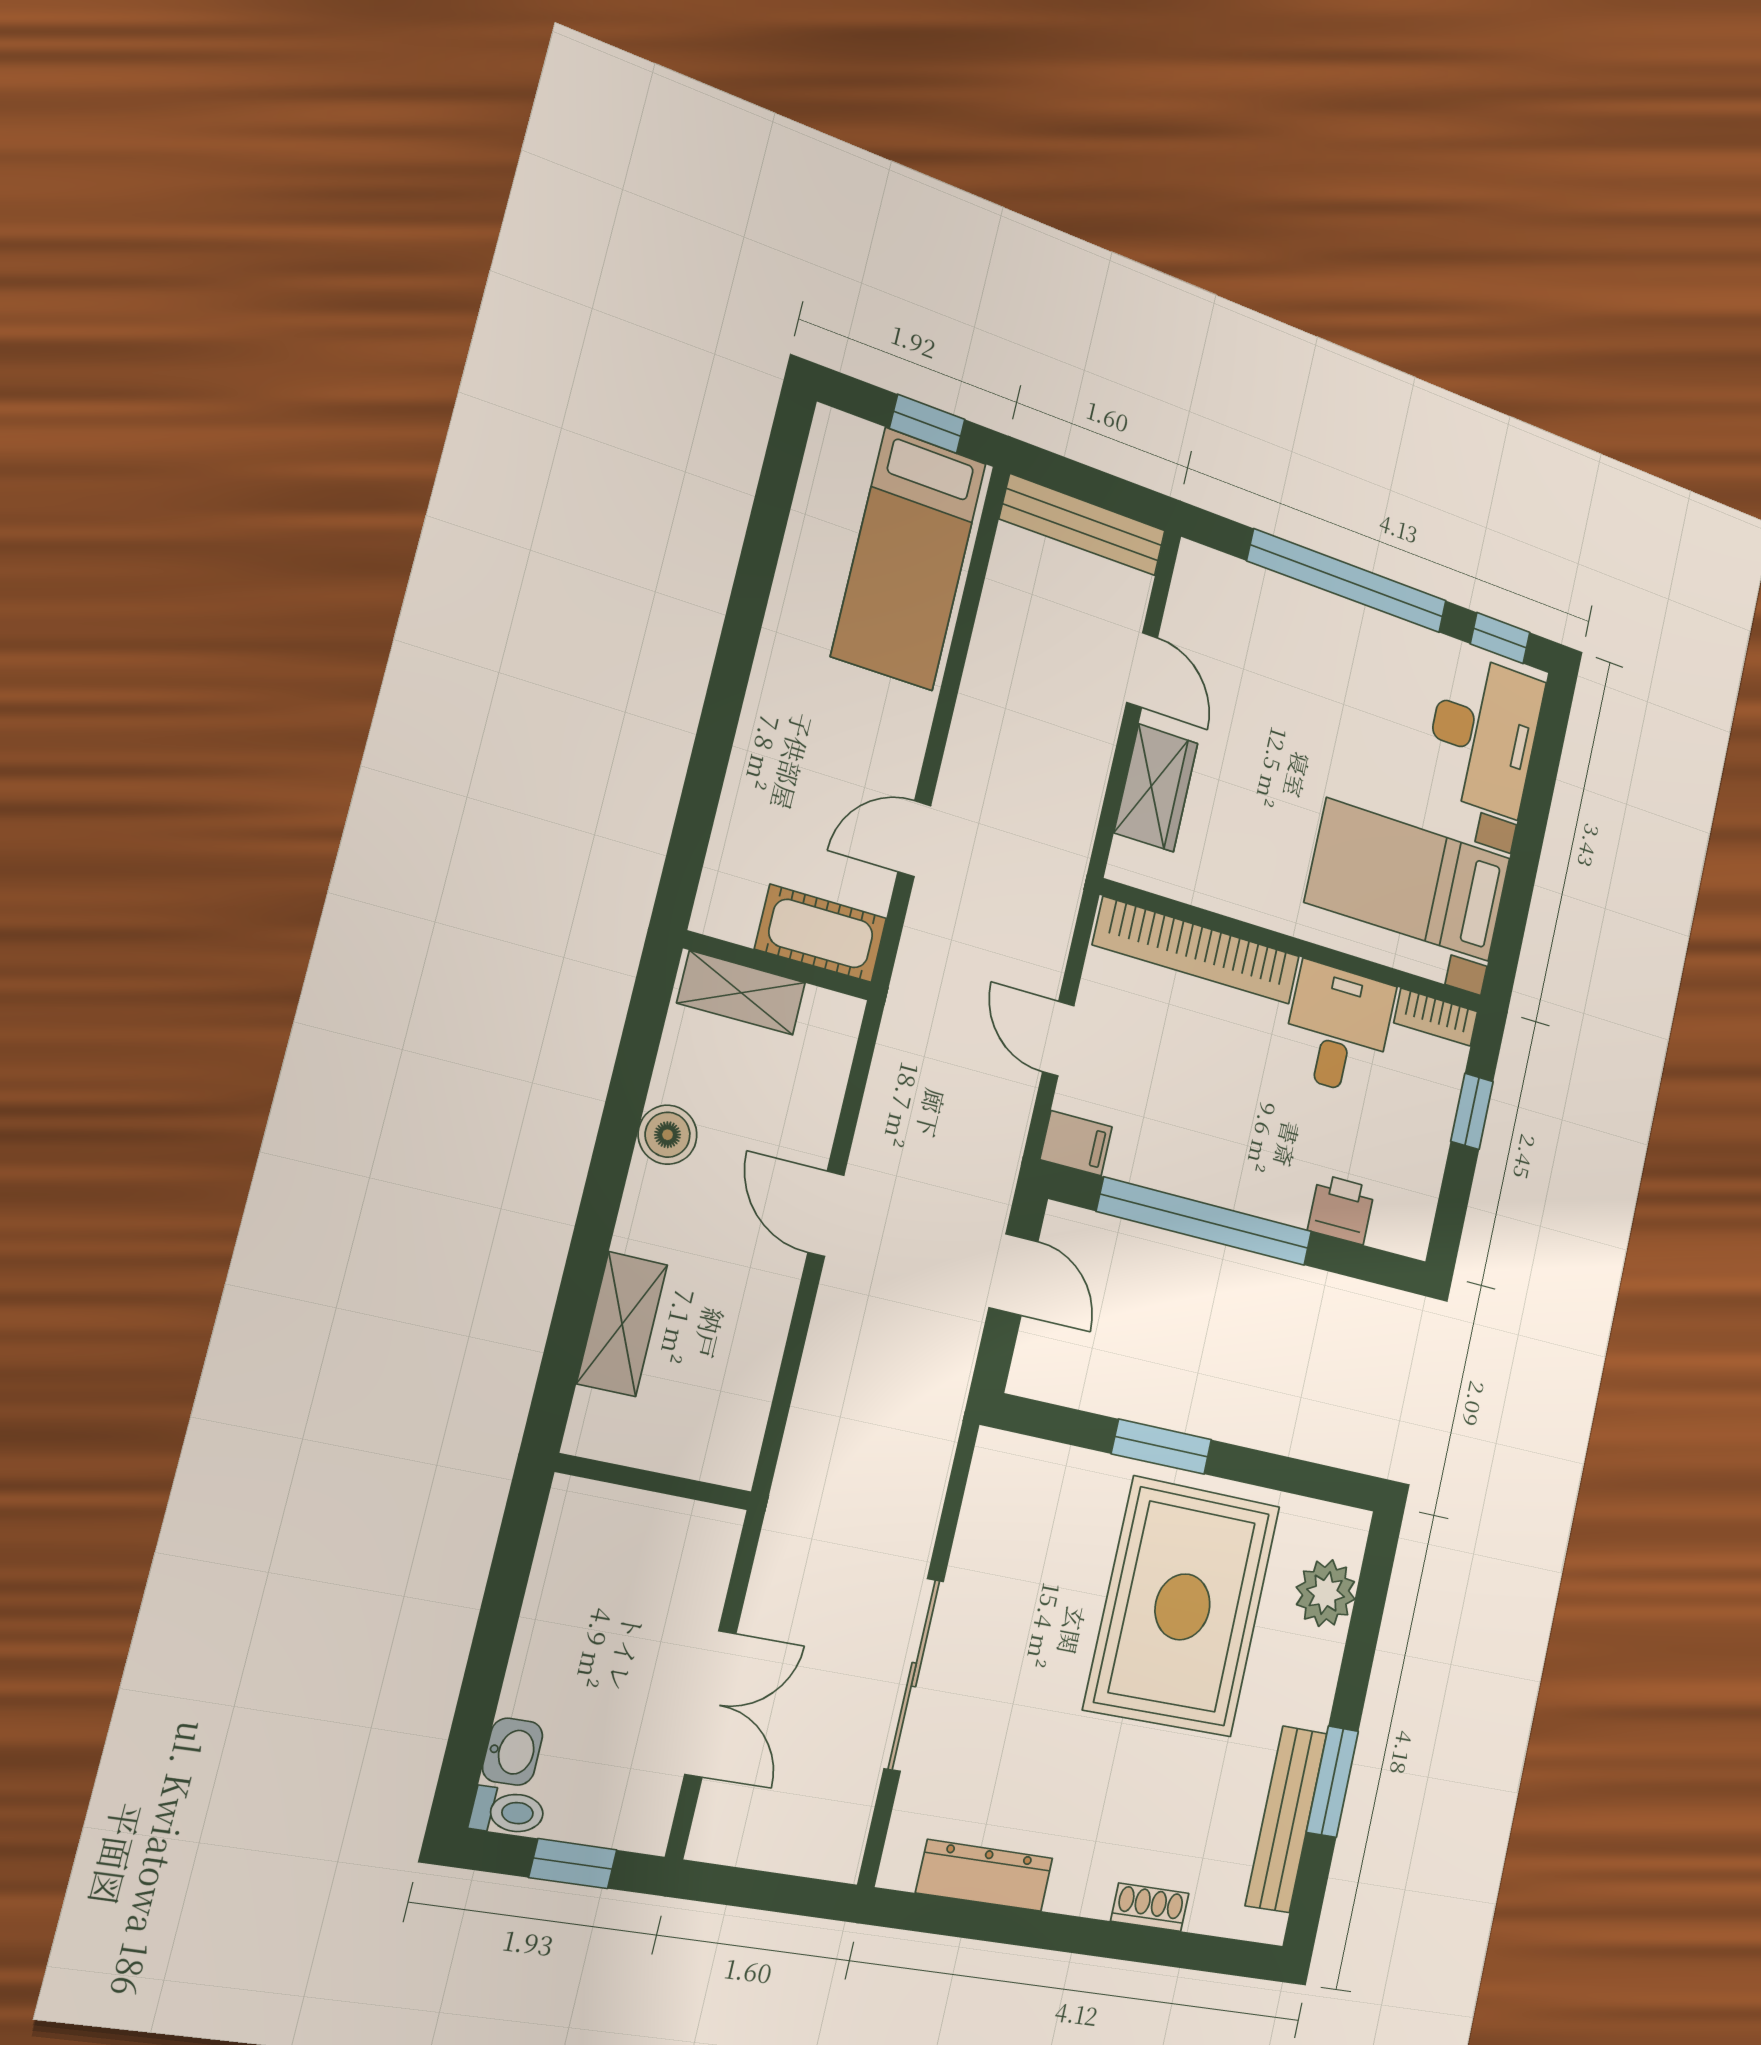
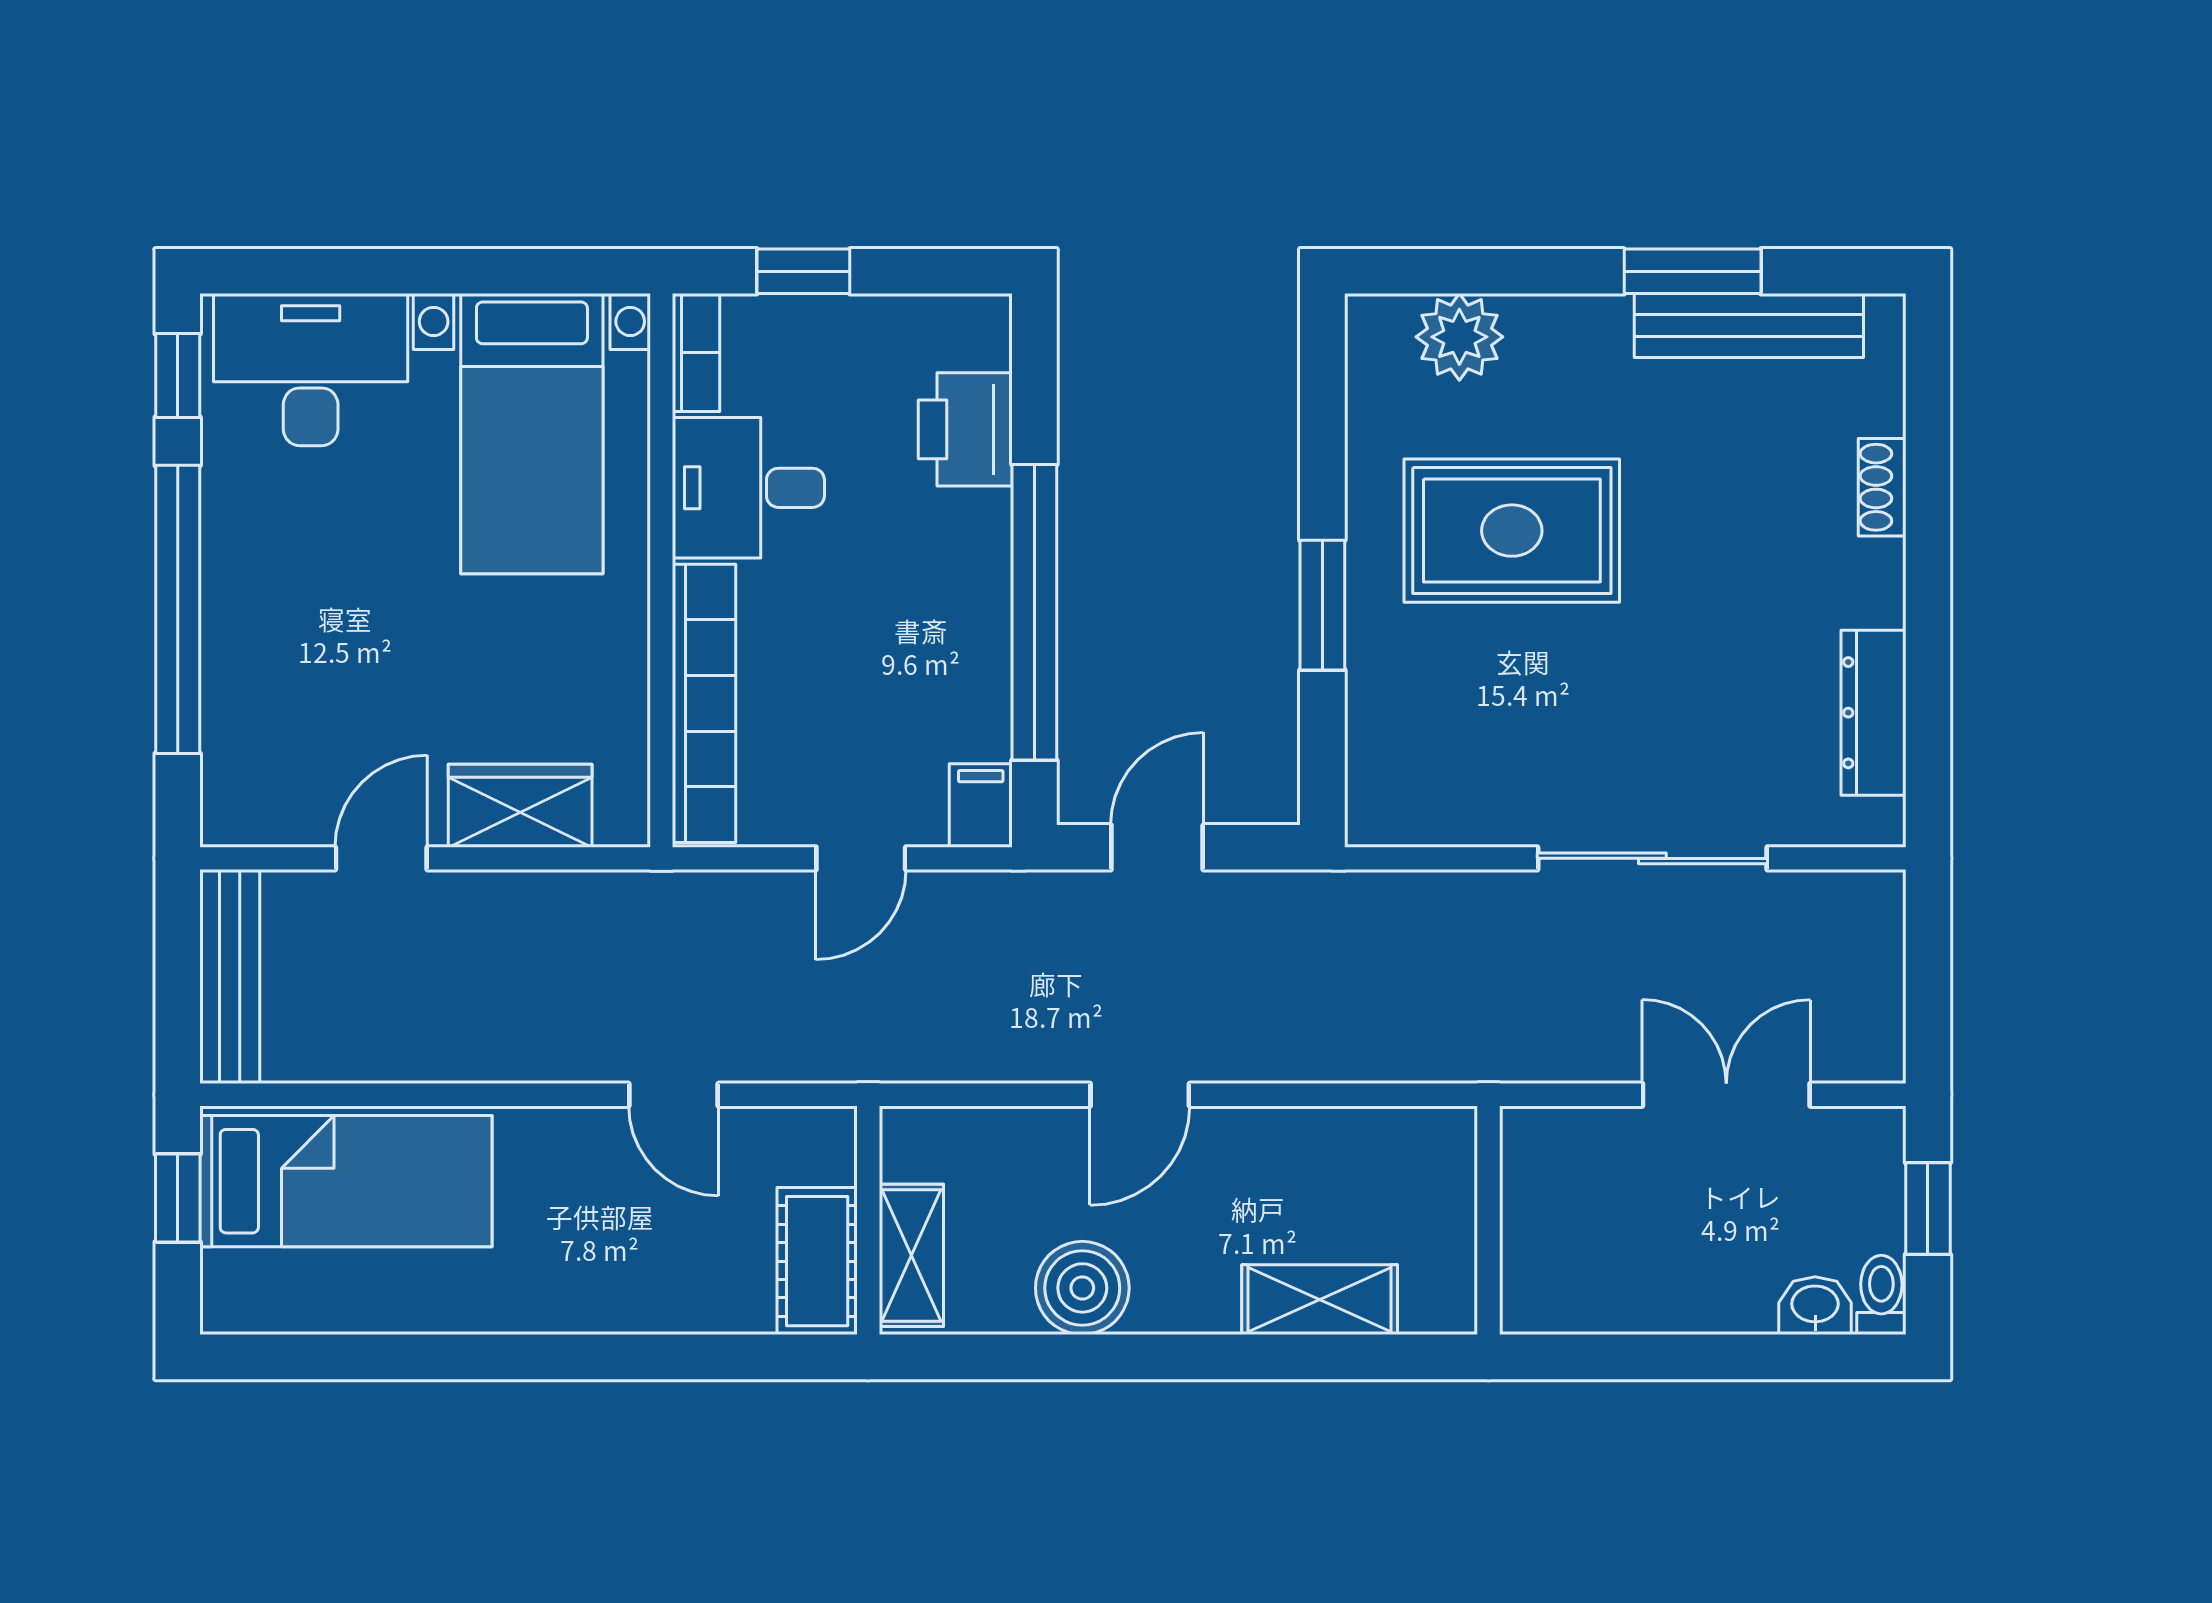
cot: (821, 933) -> (817, 1261), moved
boiler: (668, 1135) -> (1082, 1288), width x1.36, depth x1.36
printer: (1341, 1209) -> (965, 429), width x1.36, depth x1.24
rug: (1182, 1607) -> (1512, 531), width x0.73, depth x0.69

